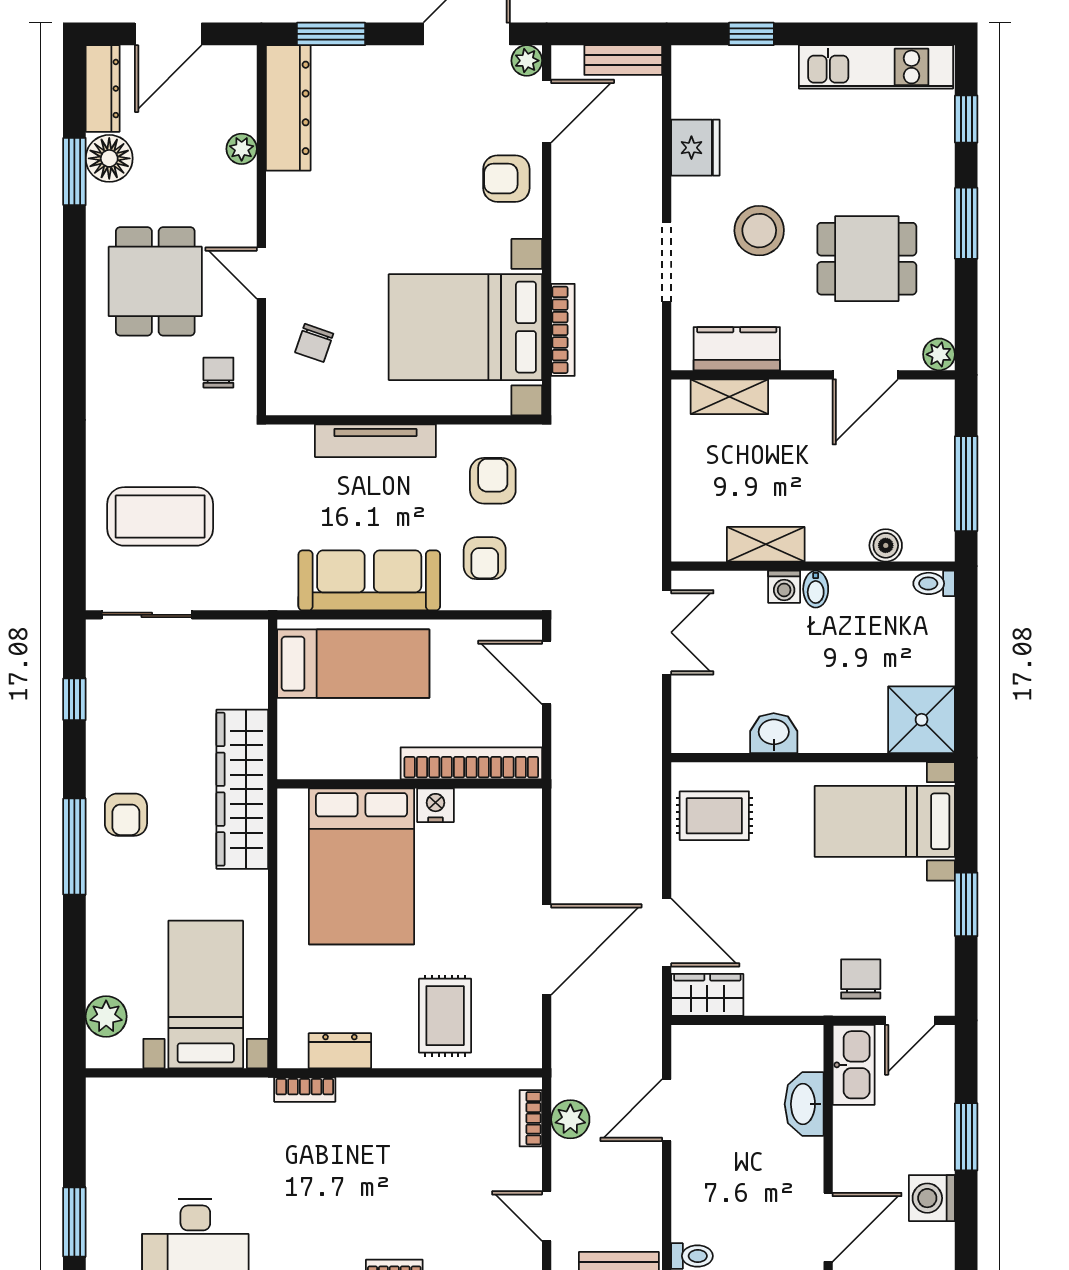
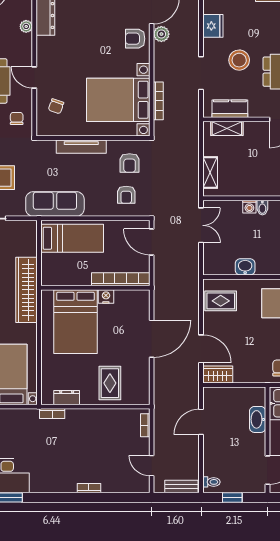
armchair: (493, 481) -> (130, 163), turned 180
shelving: (766, 544) -> (210, 173), moved, turned 90
sofa: (369, 580) -> (55, 204), moved
door: (547, 949) -> (152, 339), moved
plant: (570, 1119) -> (161, 34), moved

